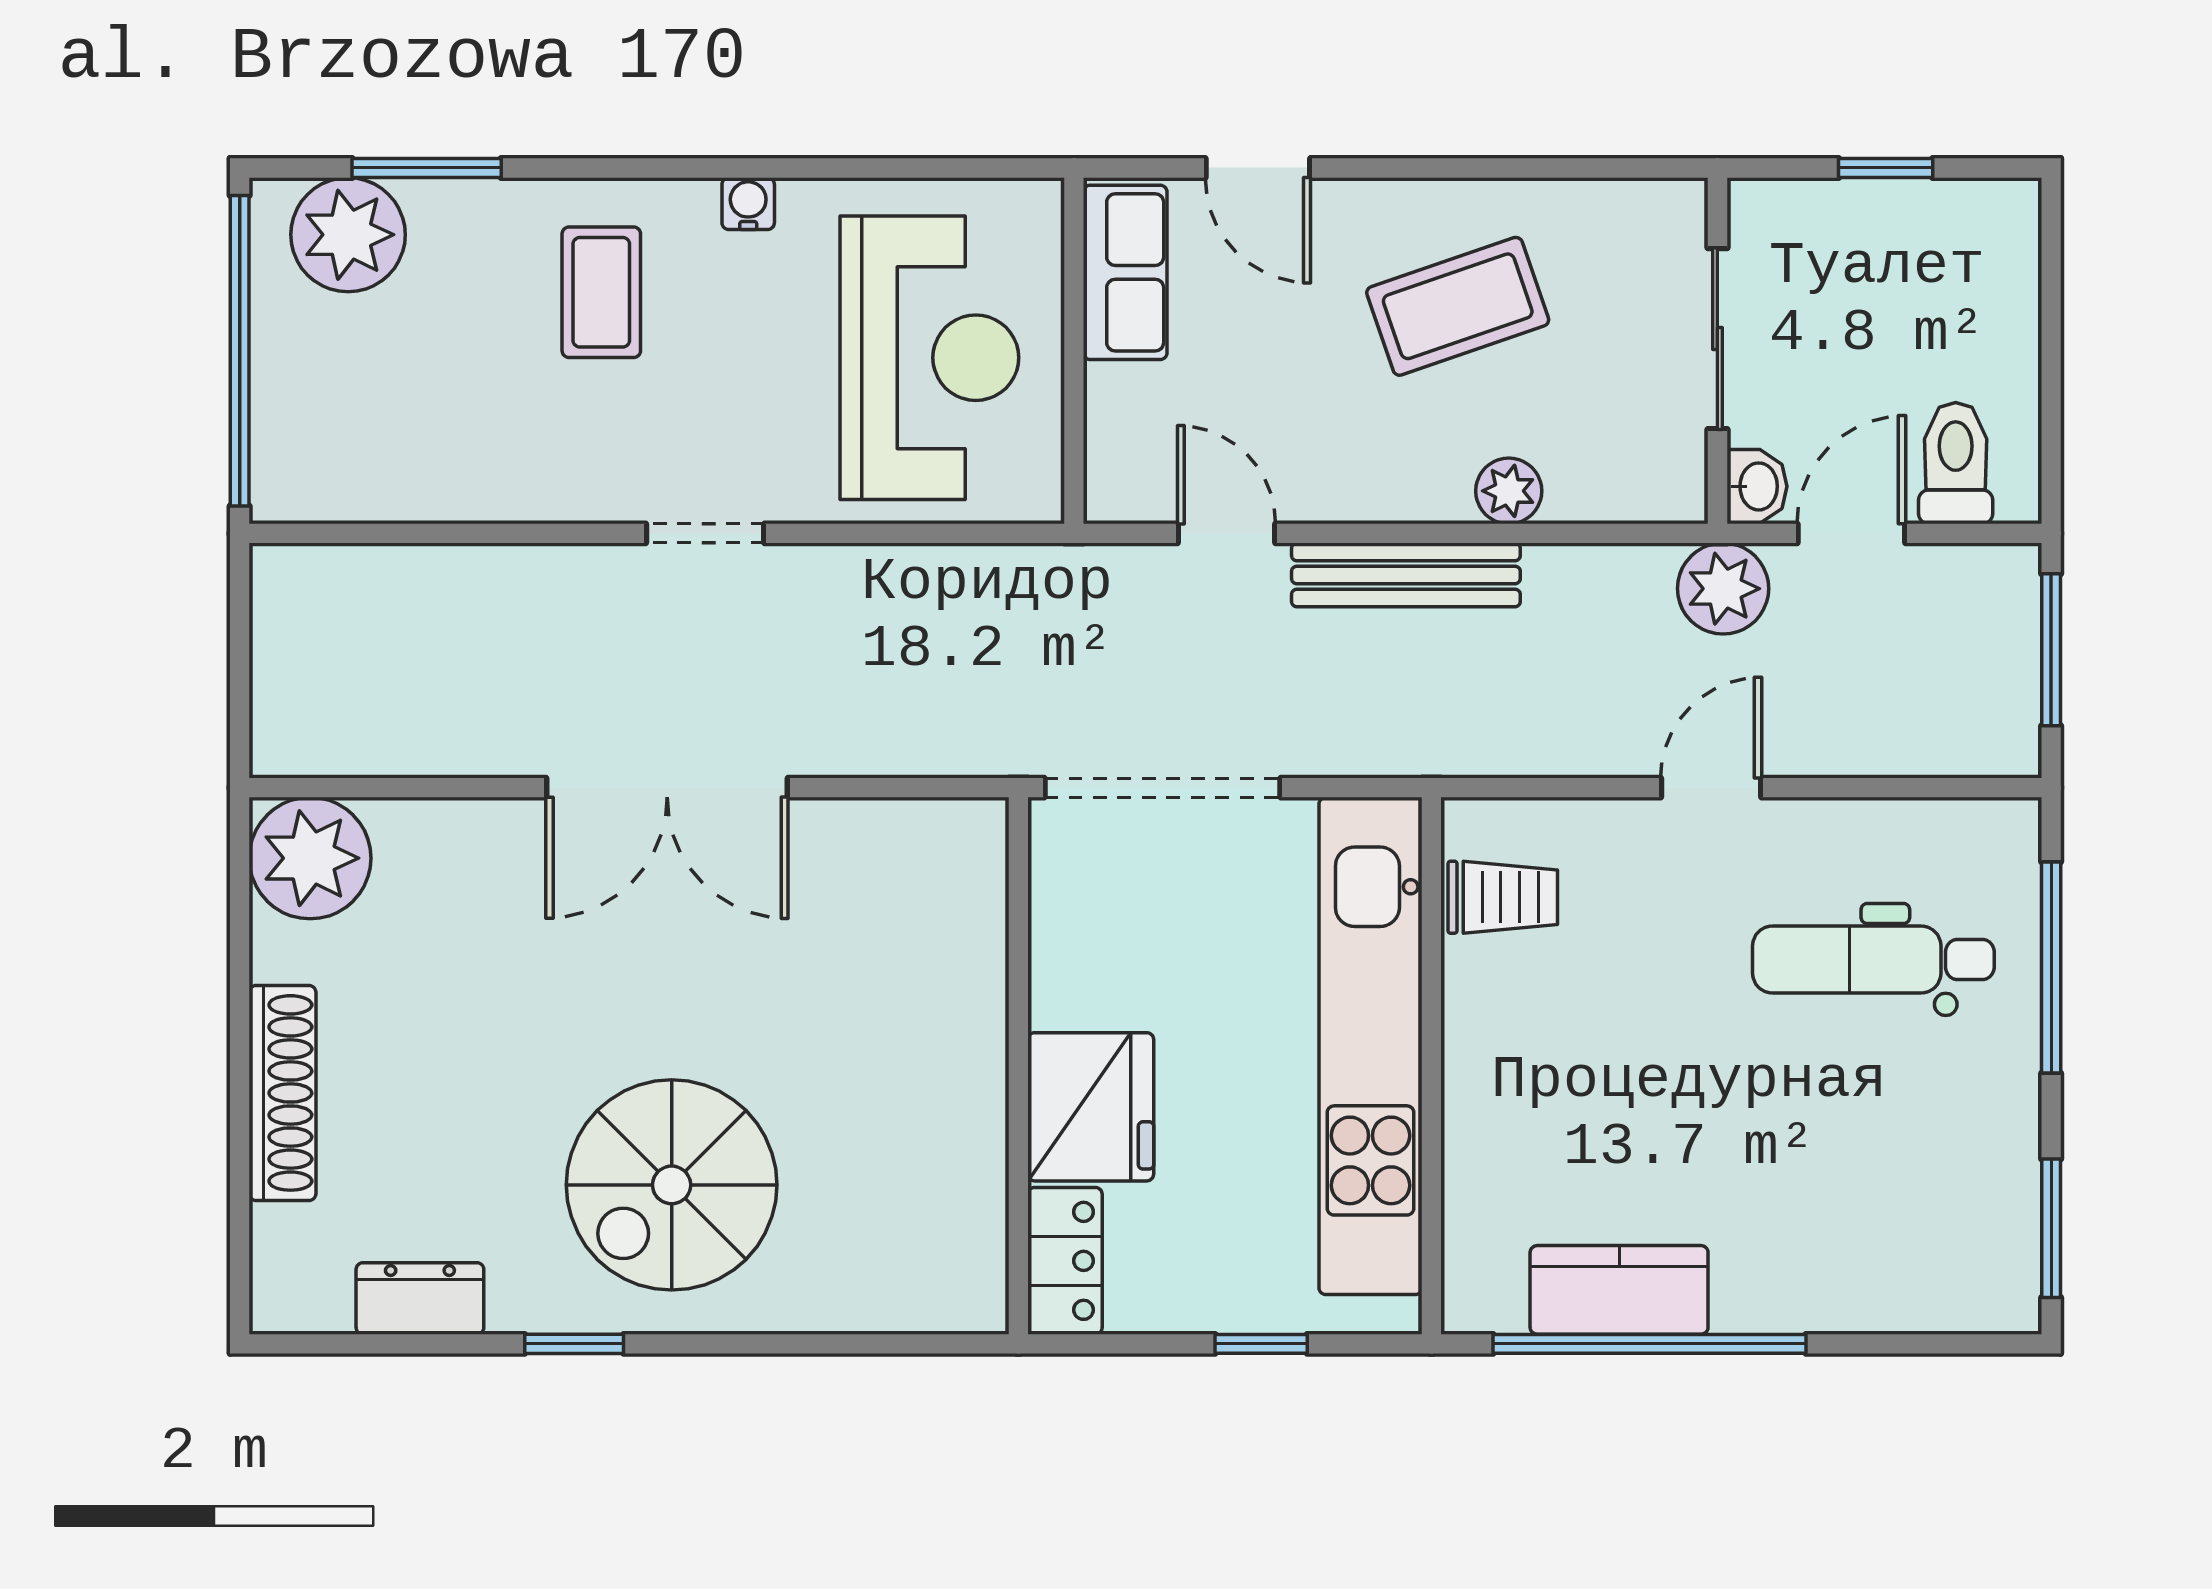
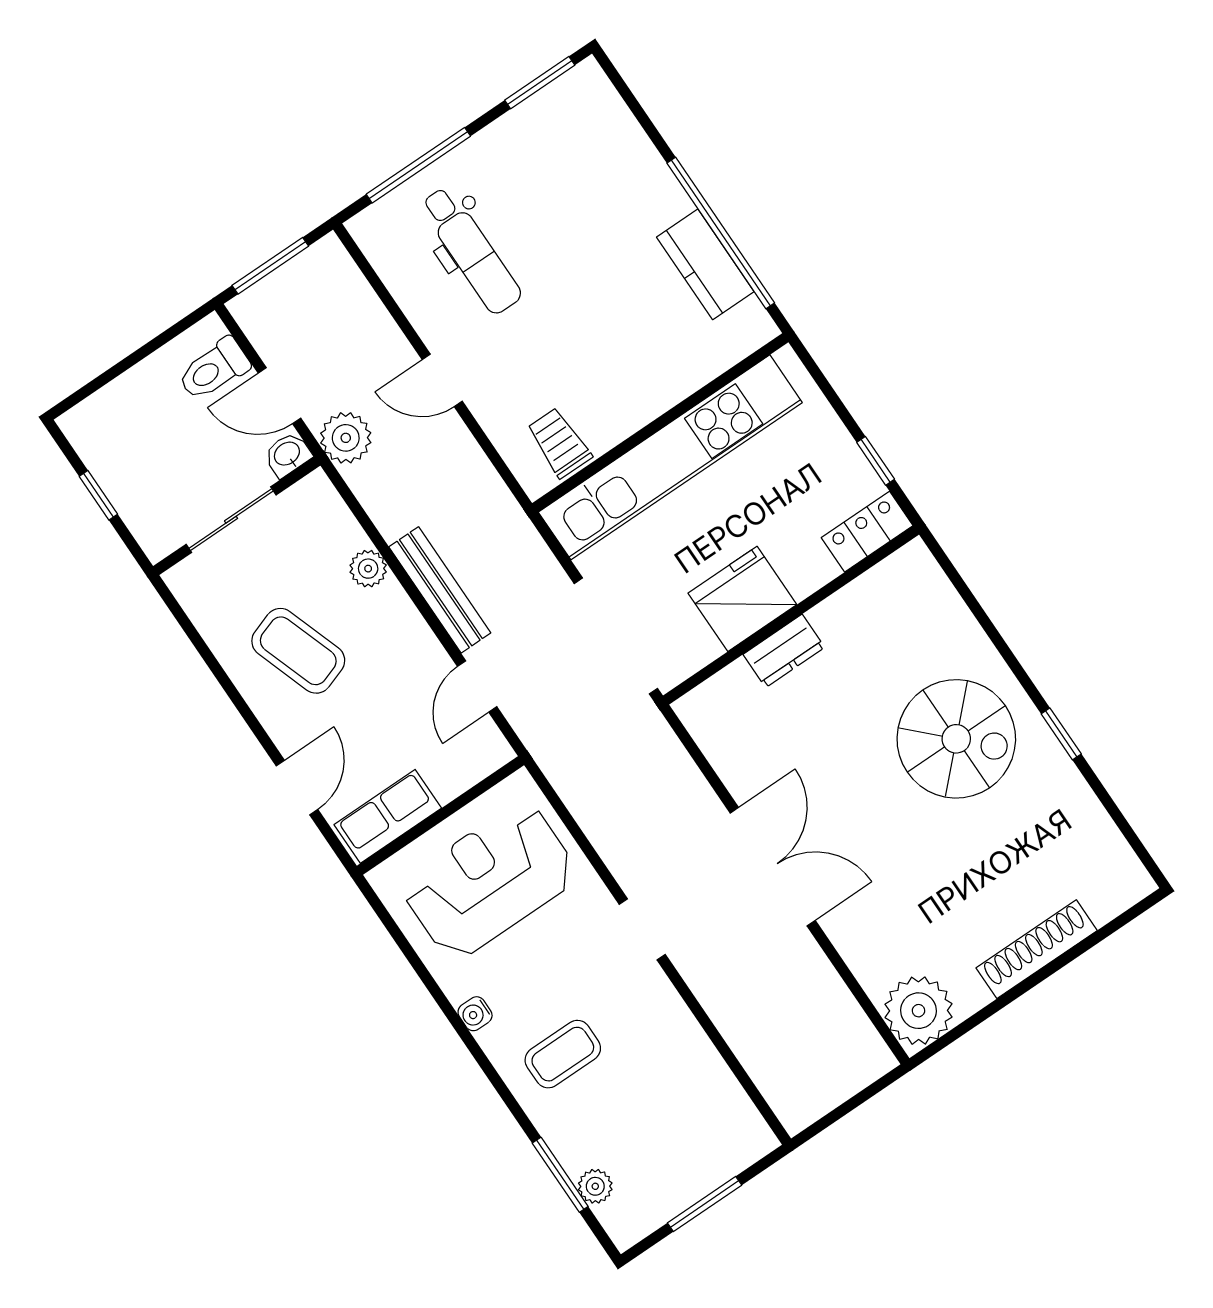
plant: (348, 235) -> (595, 1186), width x0.53, depth x0.53
window: (240, 351) -> (705, 1204), width x0.47
fridge: (1091, 1107) -> (742, 599), moved
dresser: (420, 1298) -> (784, 651), moved, turned -90
window: (1261, 1344) -> (876, 461), moved

